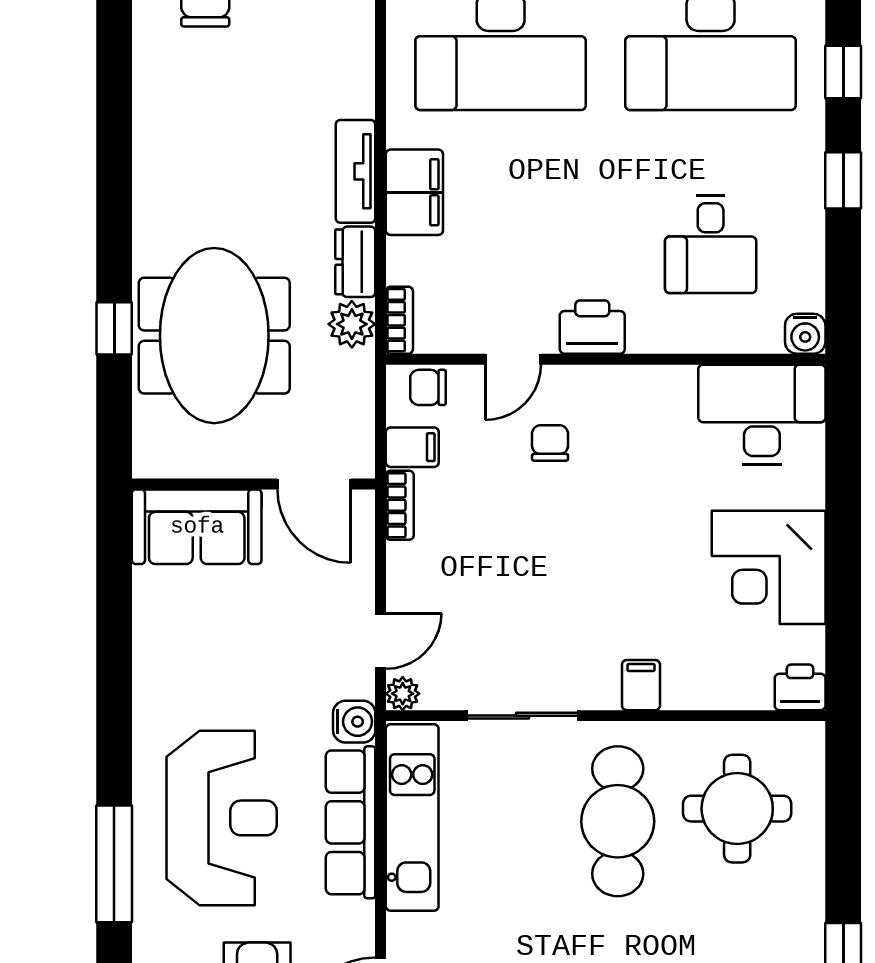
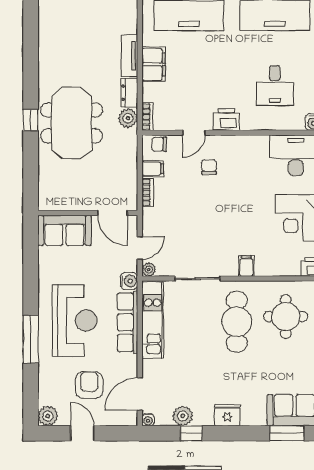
wall: (254, 484) -> (88, 213), moved
door: (314, 484) -> (112, 213), moved
sofa: (197, 527) -> (64, 230), moved

